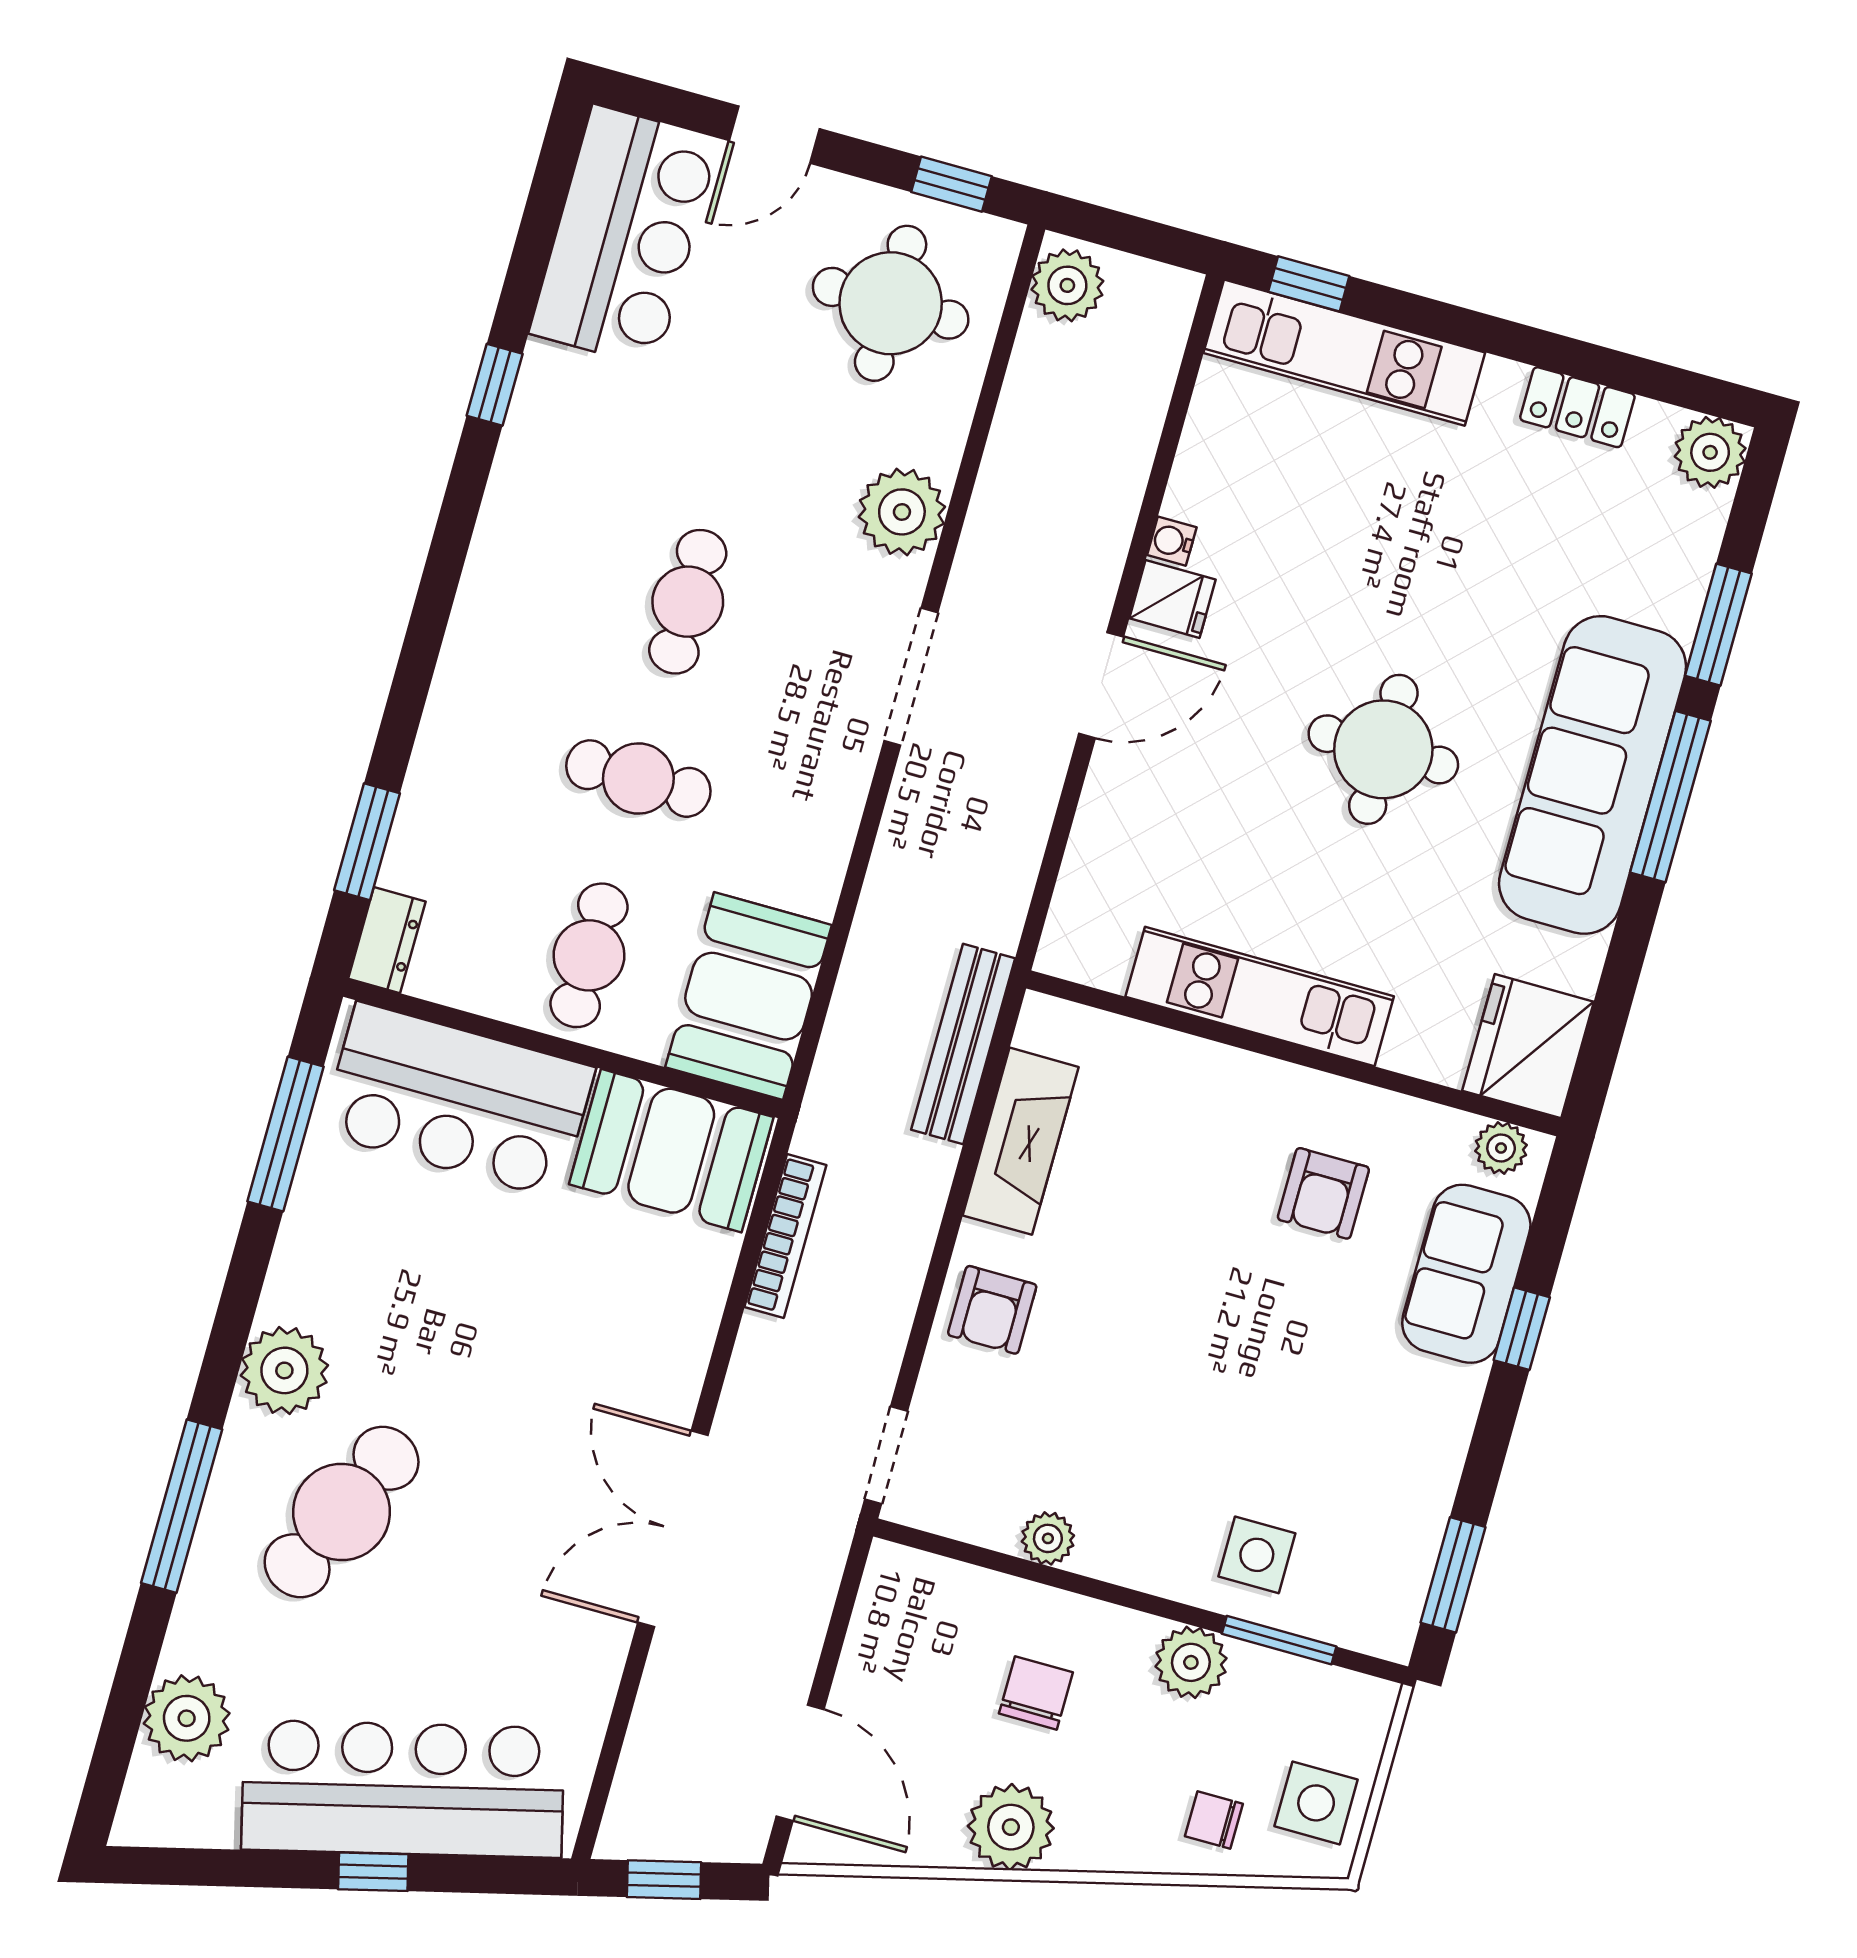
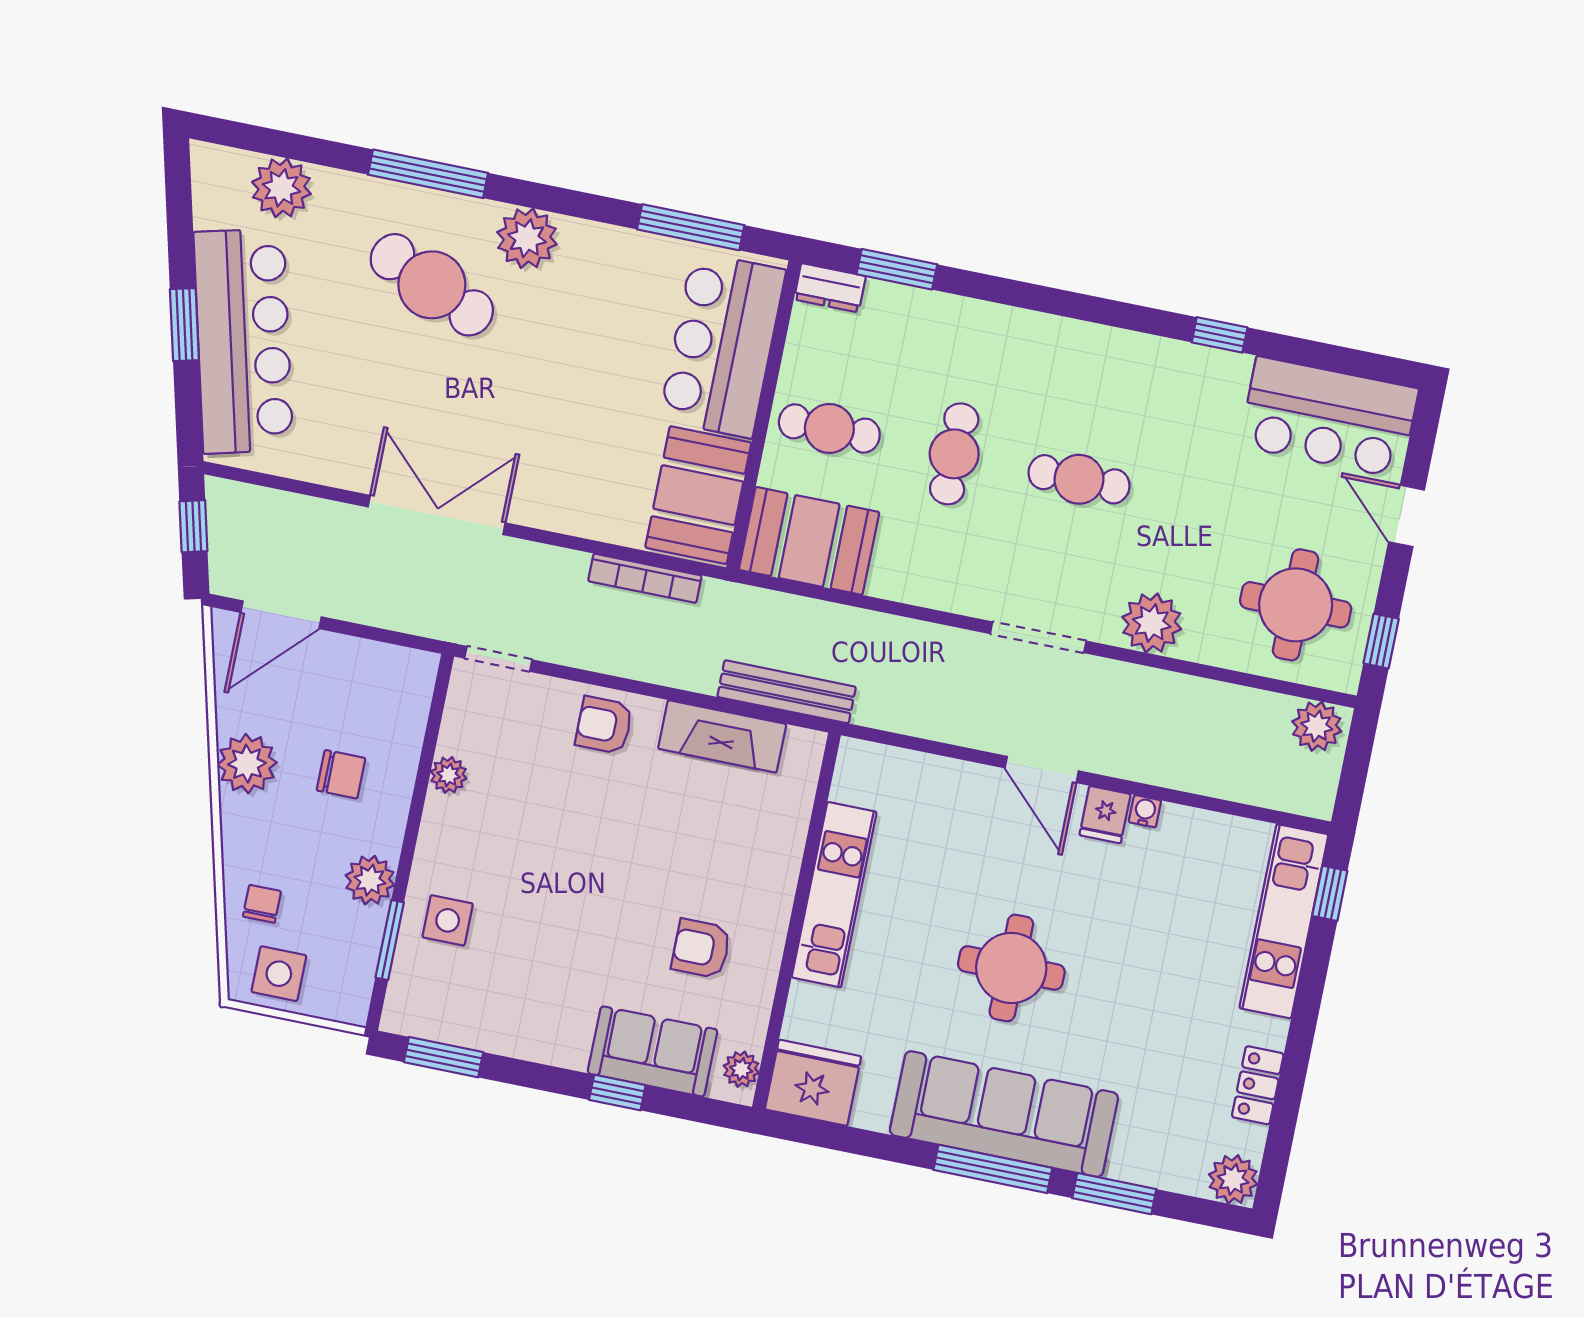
window: (373, 1872) -> (184, 325), width x1.50

